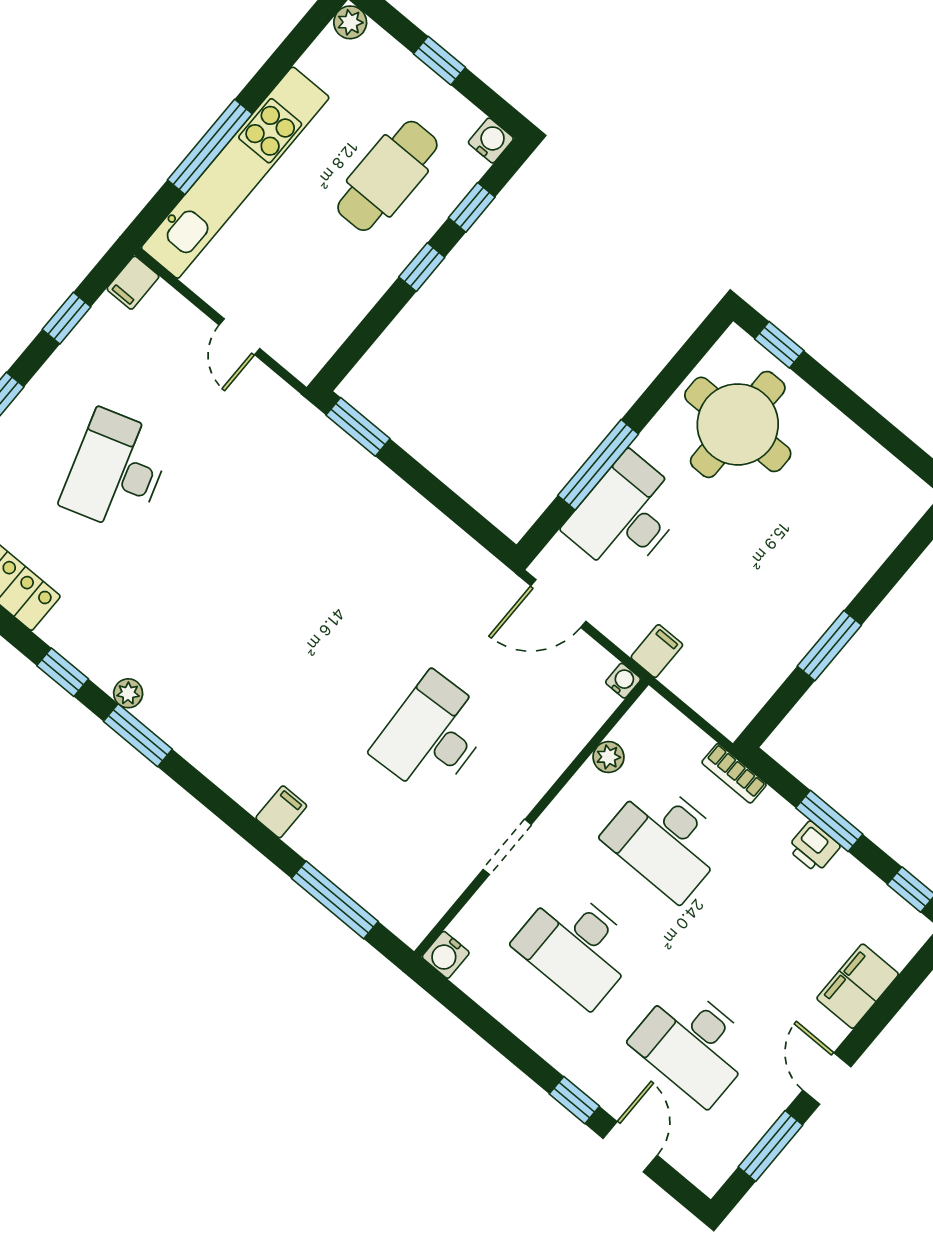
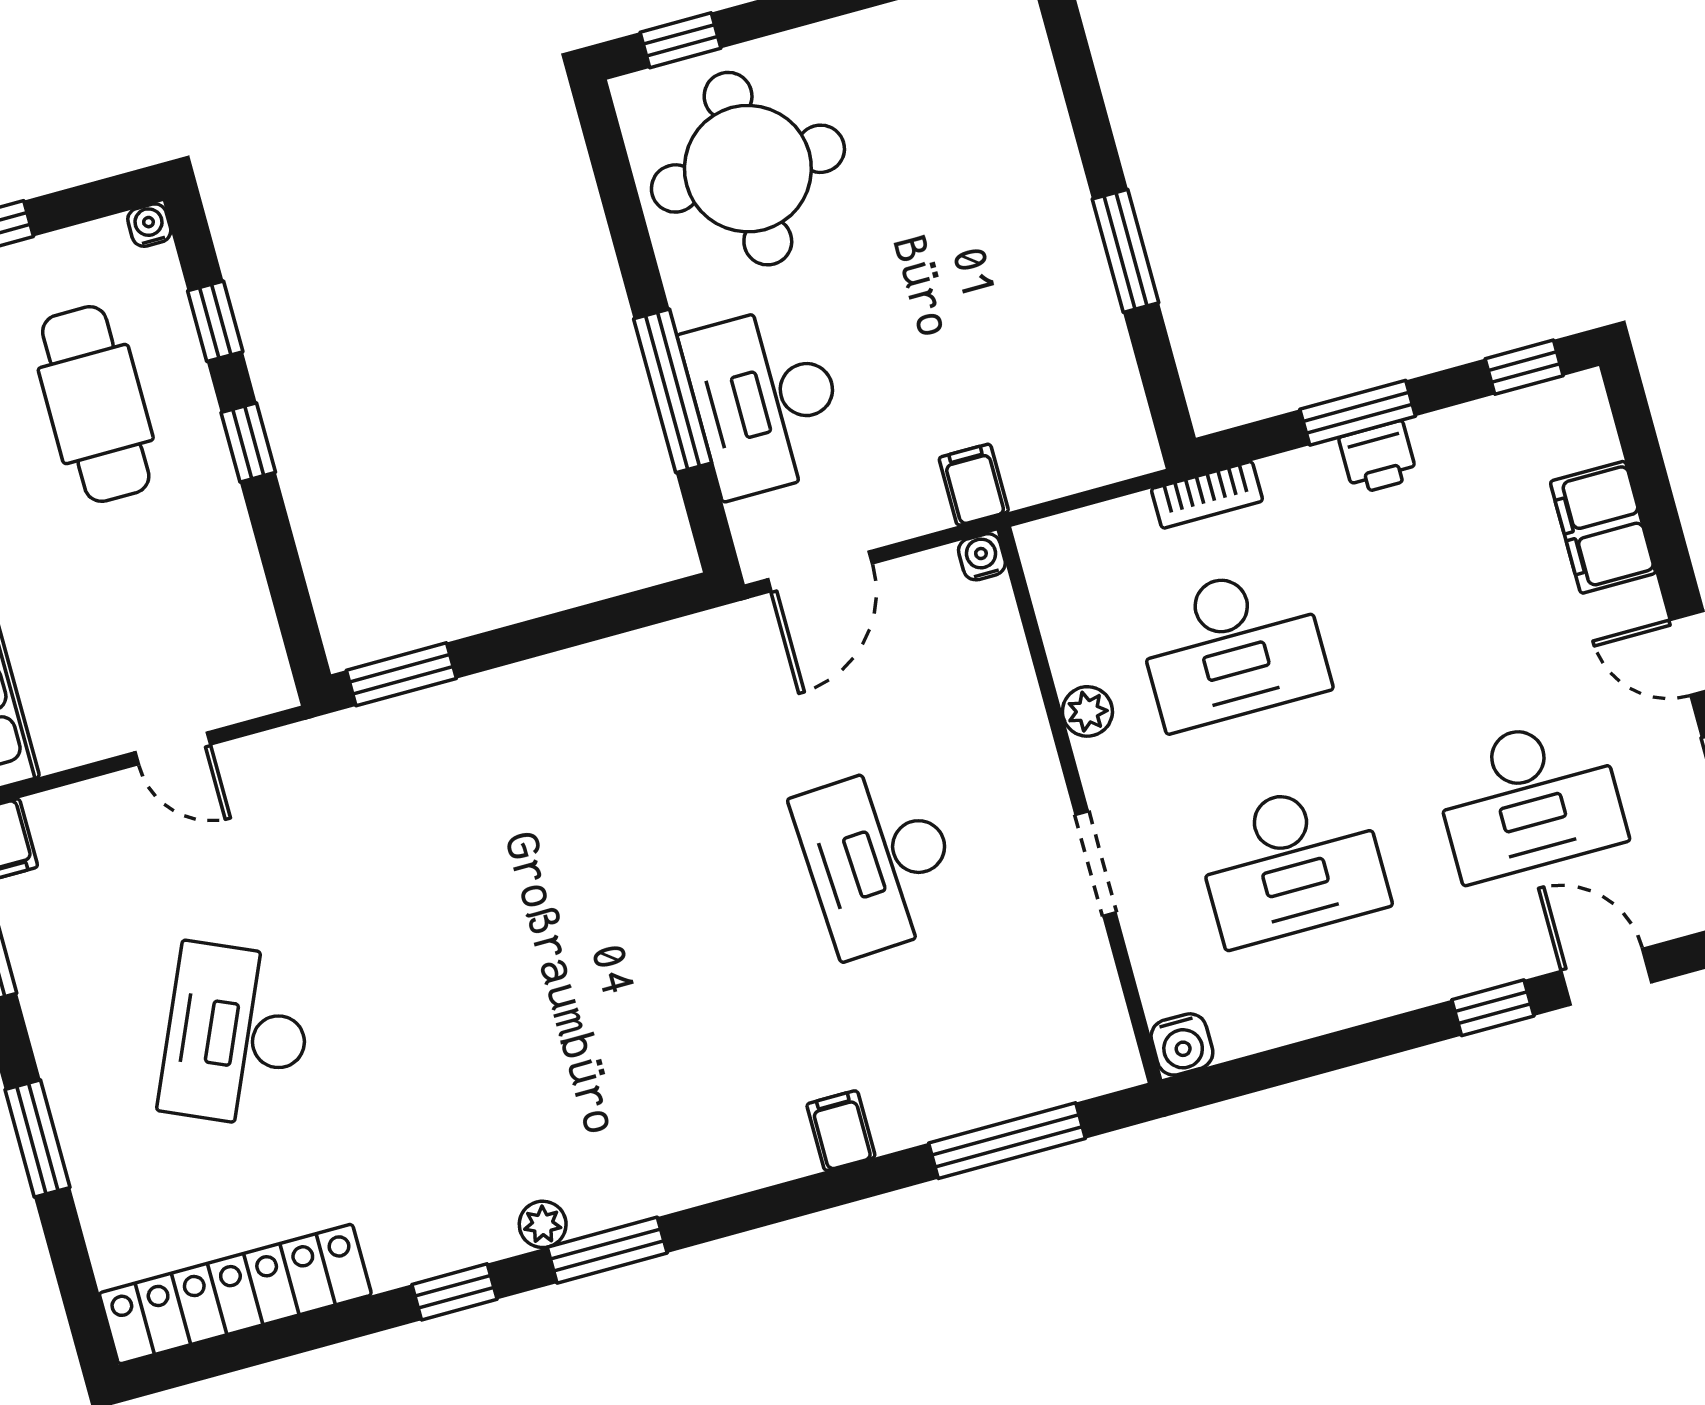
water cooler: (491, 140) -> (149, 225), width x0.72, depth x0.72
desk: (116, 471) -> (237, 1035), turned 42
plant: (608, 757) -> (1087, 711), moved

